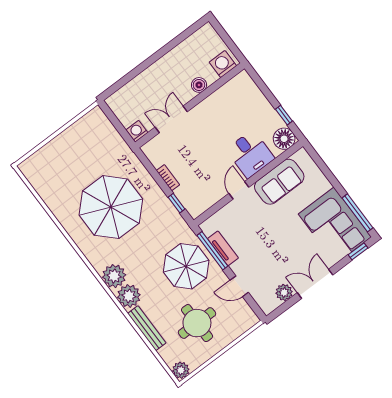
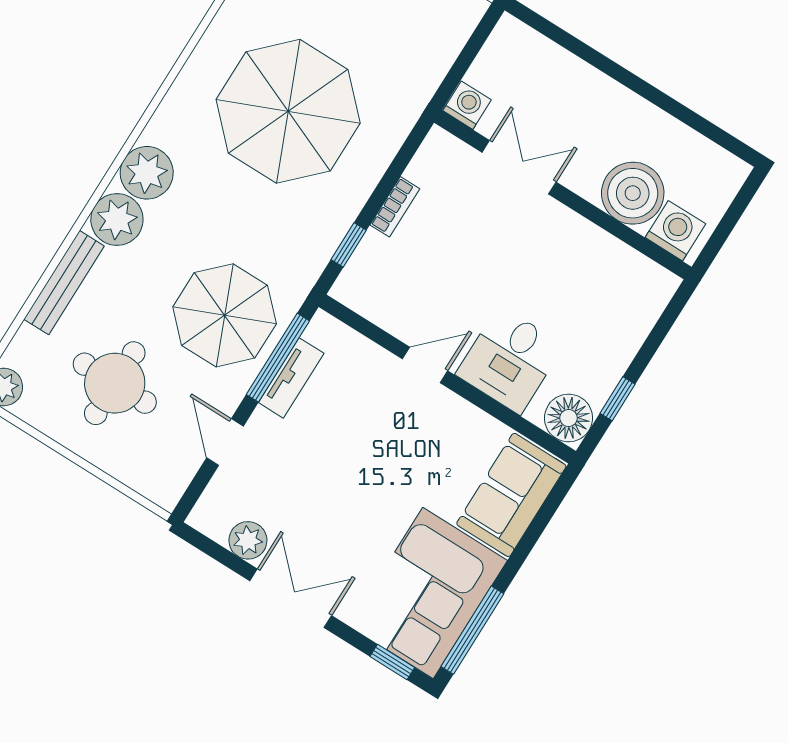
boiler: (199, 85) -> (633, 193), width x1.86, depth x1.86
sofa: (279, 182) -> (511, 495), moved, turned 90

